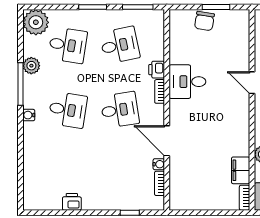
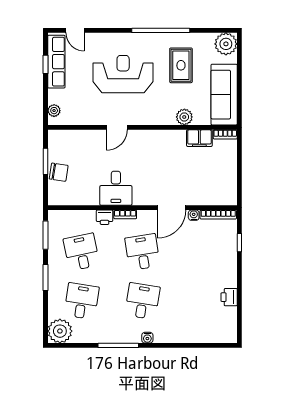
plant: (31, 66) -> (101, 335), removed
bookcase: (159, 183) -> (218, 215), width x1.56

